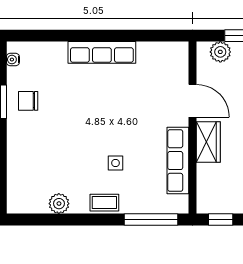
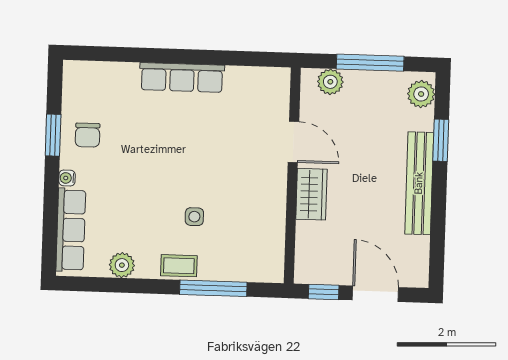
water cooler: (13, 60) -> (67, 178), moved
chair: (28, 101) -> (88, 135), turned -90
row of seats: (178, 161) -> (71, 230), moved, turned 180
window: (151, 220) -> (213, 288), moved

